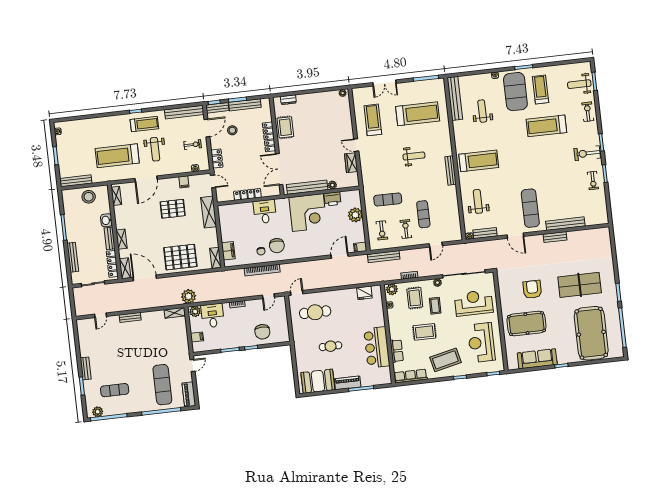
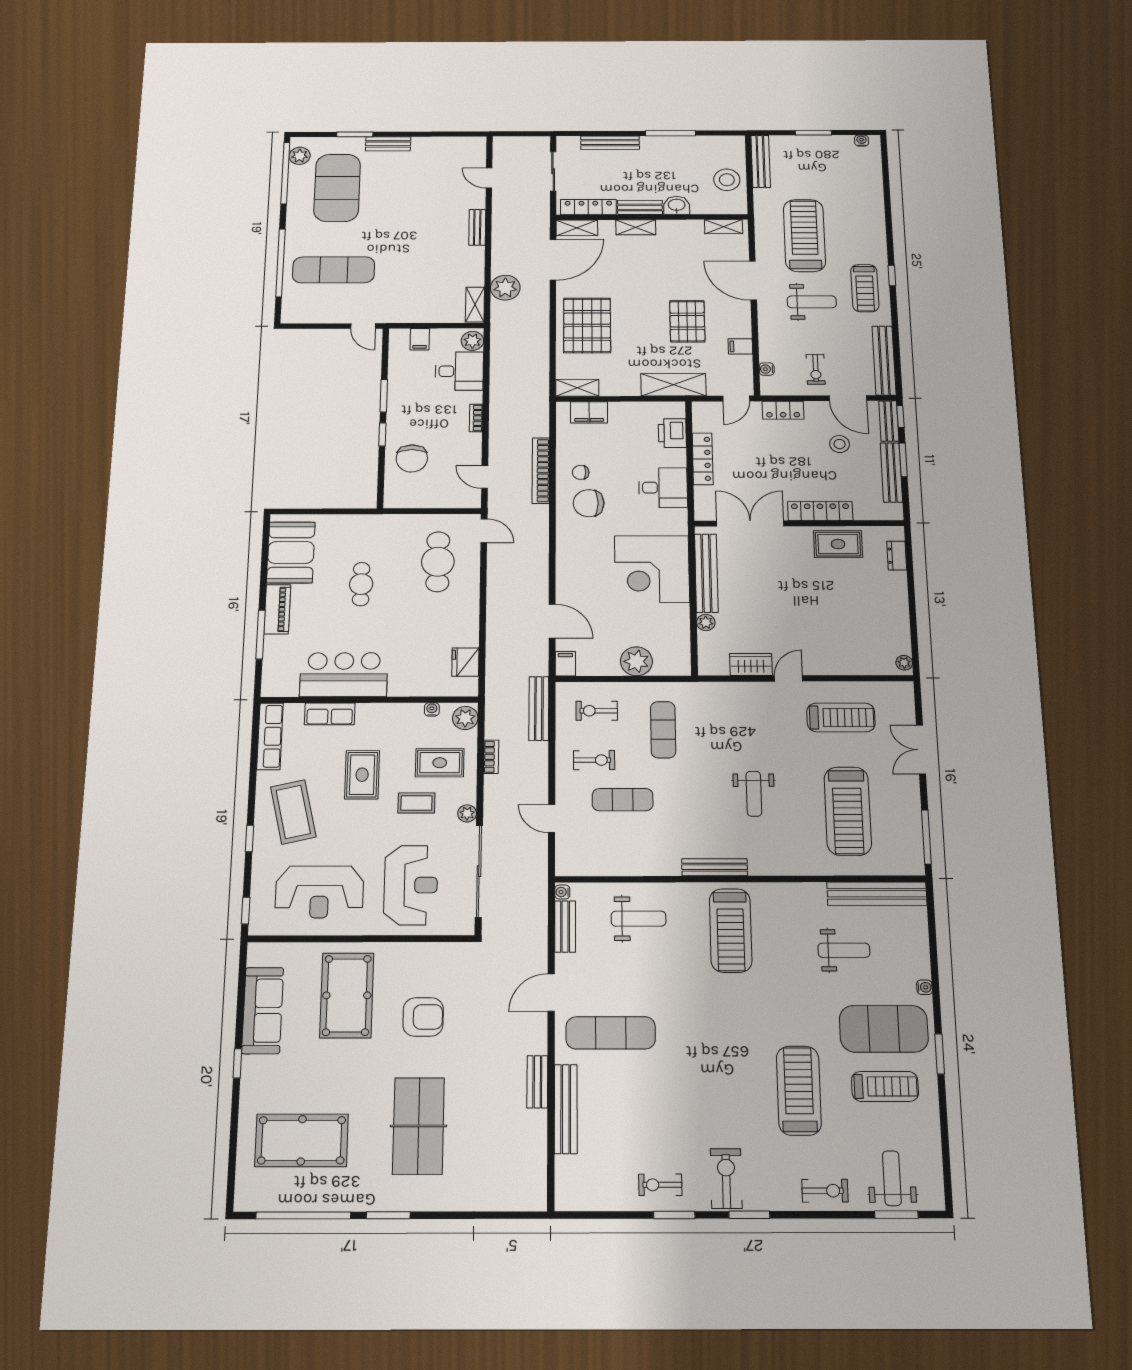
weight bench: (155, 149) -> (812, 302), turned 180
printer: (332, 199) -> (672, 433), moved
plant: (189, 296) -> (505, 288), moved
chair: (262, 332) -> (412, 458), turned -90
pool table: (591, 333) -> (302, 1140), width x0.73, depth x0.76
reception desk: (481, 343) -> (319, 892), turned 180
exercise mat: (115, 390) -> (337, 188), width x2.00, depth x1.45
piano: (189, 394) -> (306, 314), removed

